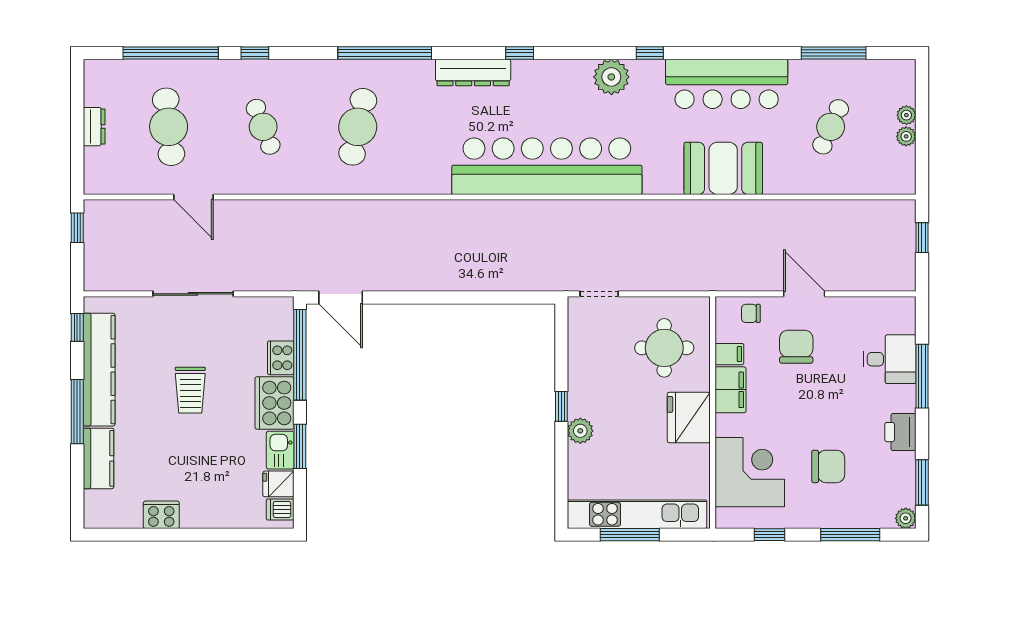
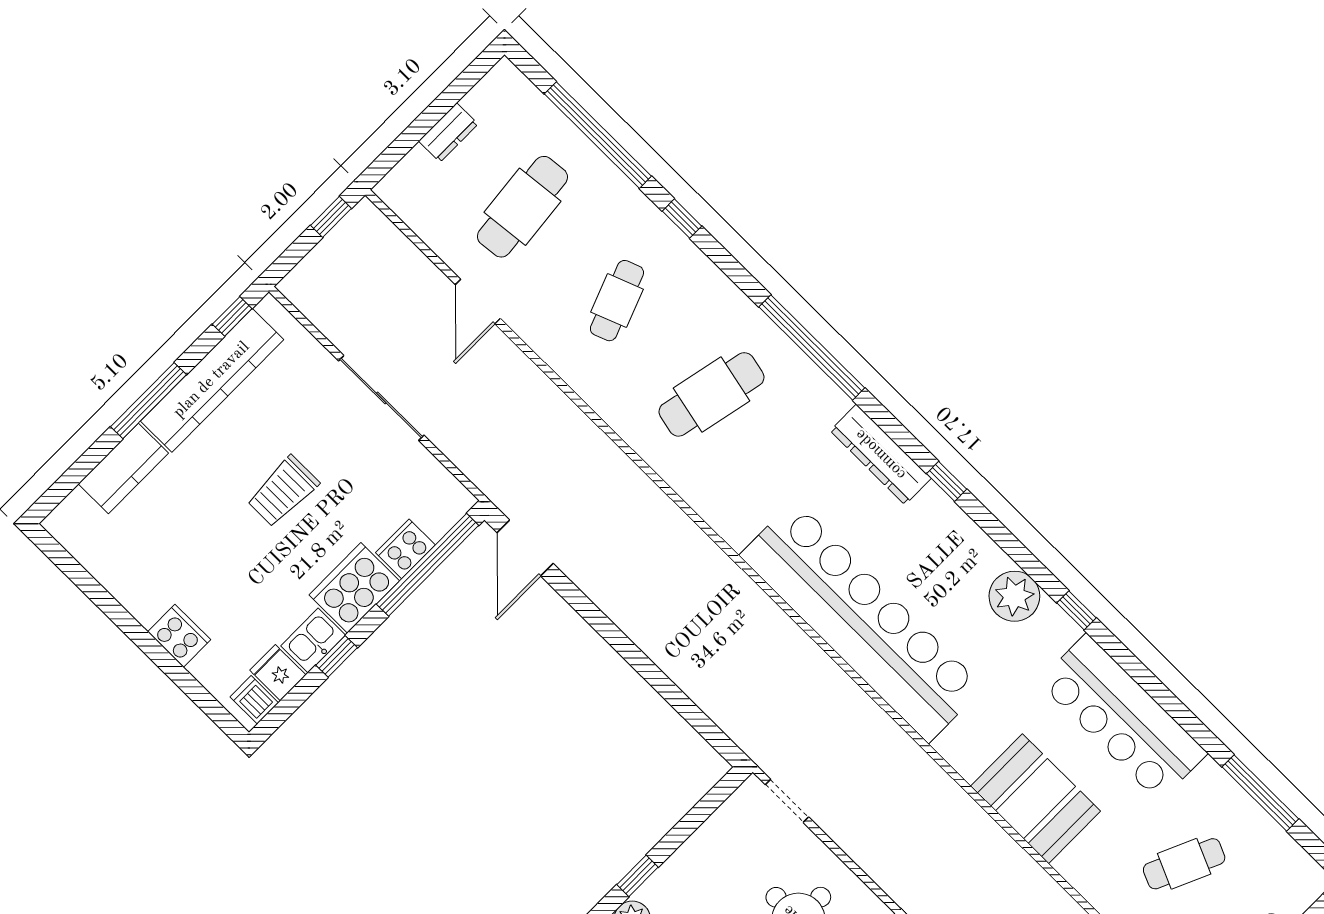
window: (300, 446) -> (337, 656), width x0.67
cooker: (161, 515) -> (179, 636), moved

